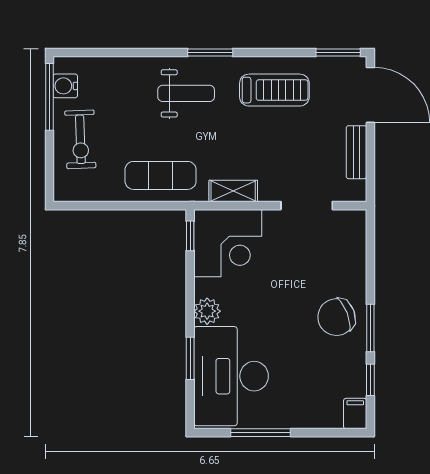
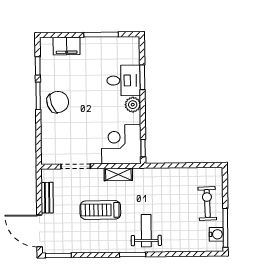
treadmill: (274, 90) -> (100, 210), moved
weight bench: (186, 93) -> (146, 231), turned 90
exercise mat: (161, 175) -> (161, 183), removed
desk: (231, 376) -> (124, 80), width x0.53, depth x0.77
filing cabinet: (355, 414) -> (67, 46), moved, width x2.00

